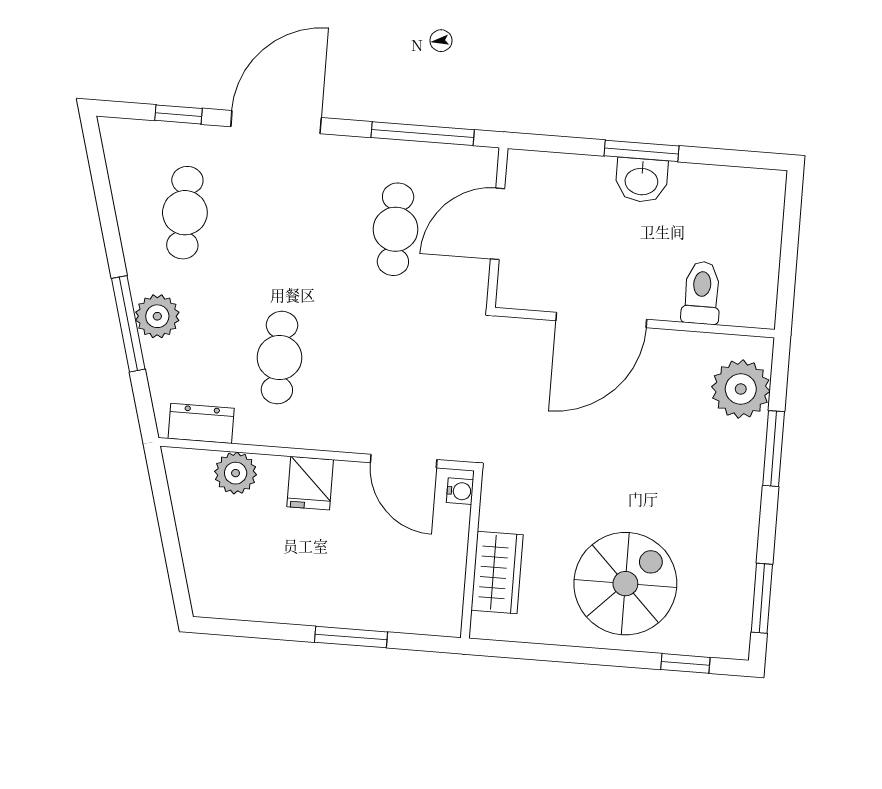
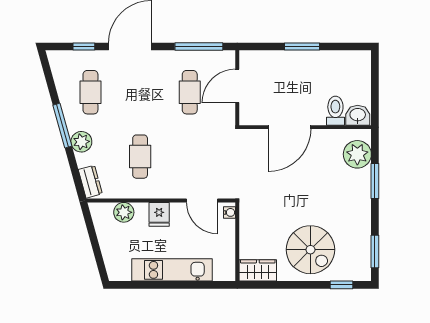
washbasin: (642, 180) -> (358, 115), moved, turned 180
window: (128, 324) -> (62, 126), moved
dresser: (201, 423) -> (90, 182), moved, turned 75
wardrobe: (497, 573) -> (258, 270), moved, turned -90
spiral stairs: (625, 584) -> (310, 250), turned 90
kitchen unit: (328, 603) -> (172, 270), added
window: (351, 637) -> (184, 285), removed

